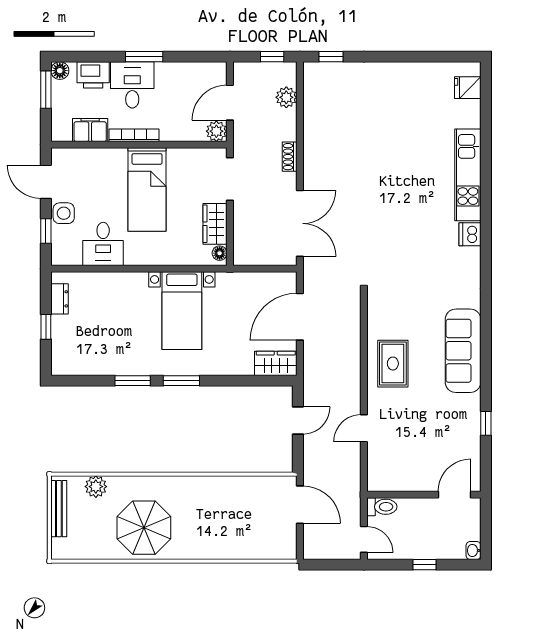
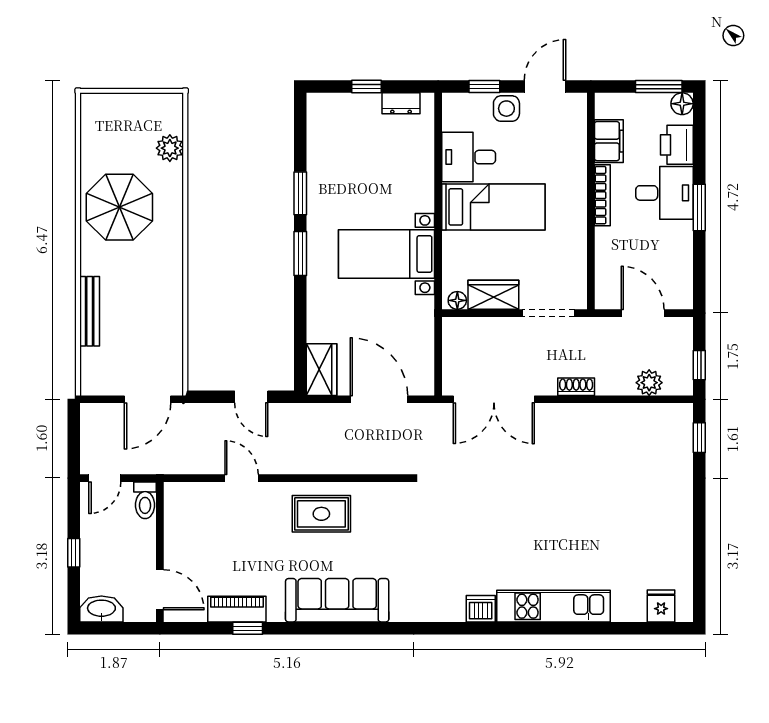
plant: (216, 131) -> (607, 297), removed
bed: (147, 189) -> (493, 207), moved, turned 180
piano: (470, 432) -> (237, 609), added
bench: (59, 509) -> (90, 311), moved, turned 90
washbasin: (473, 551) -> (101, 609), width x1.91, depth x1.45

